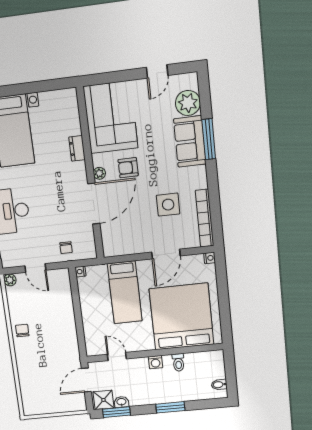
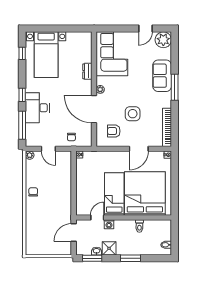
plant: (188, 103) -> (163, 40), moved
window: (209, 139) -> (175, 87), moved
armchair: (128, 168) -> (114, 131), moved
door: (94, 204) -> (94, 109), swing flipped
side table: (168, 205) -> (133, 114), moved
bed: (125, 292) -> (114, 194), moved, turned 180
door: (117, 357) -> (97, 217), hinge flipped
washing machine: (155, 362) -> (109, 224), moved
shower: (103, 400) -> (109, 248), moved

